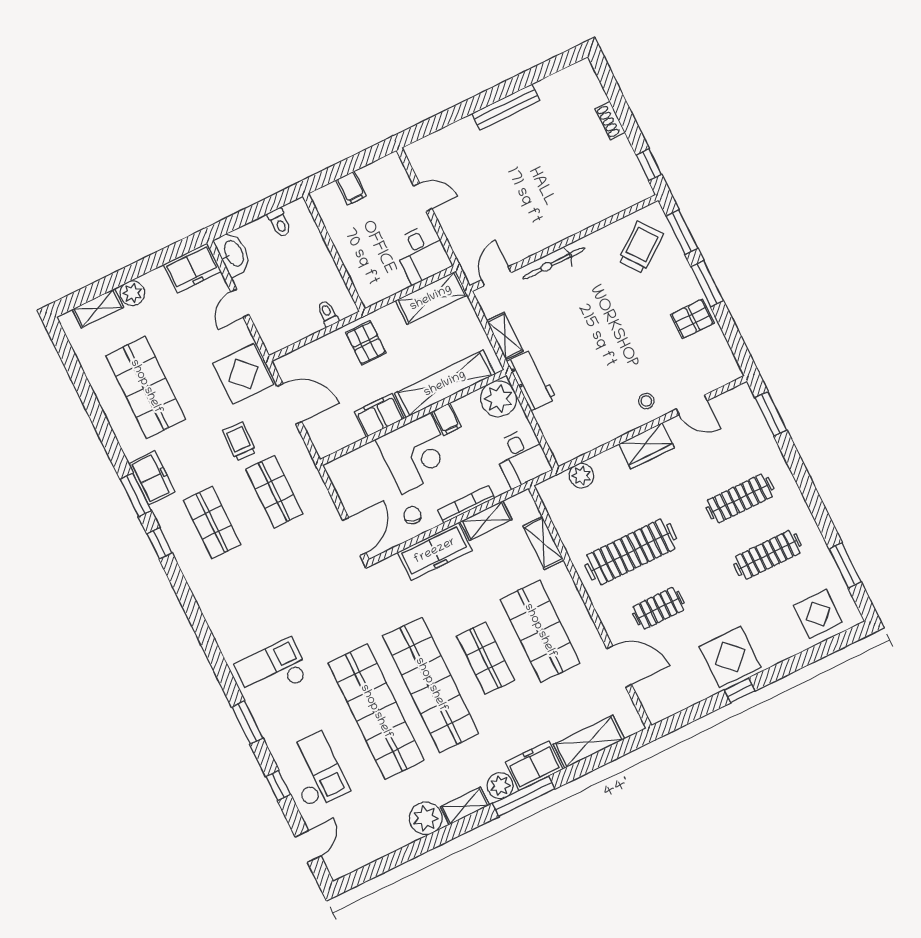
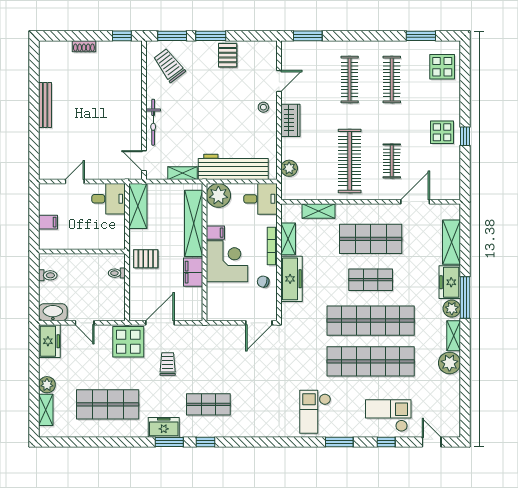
workbench: (532, 380) -> (233, 167), width x1.88, depth x1.32
trolley: (239, 441) -> (168, 364), turned 88
shop shelf: (274, 492) -> (208, 358), removed
door: (354, 537) -> (259, 323), swing flipped
display table: (730, 657) -> (442, 132), width x0.73, depth x0.73

